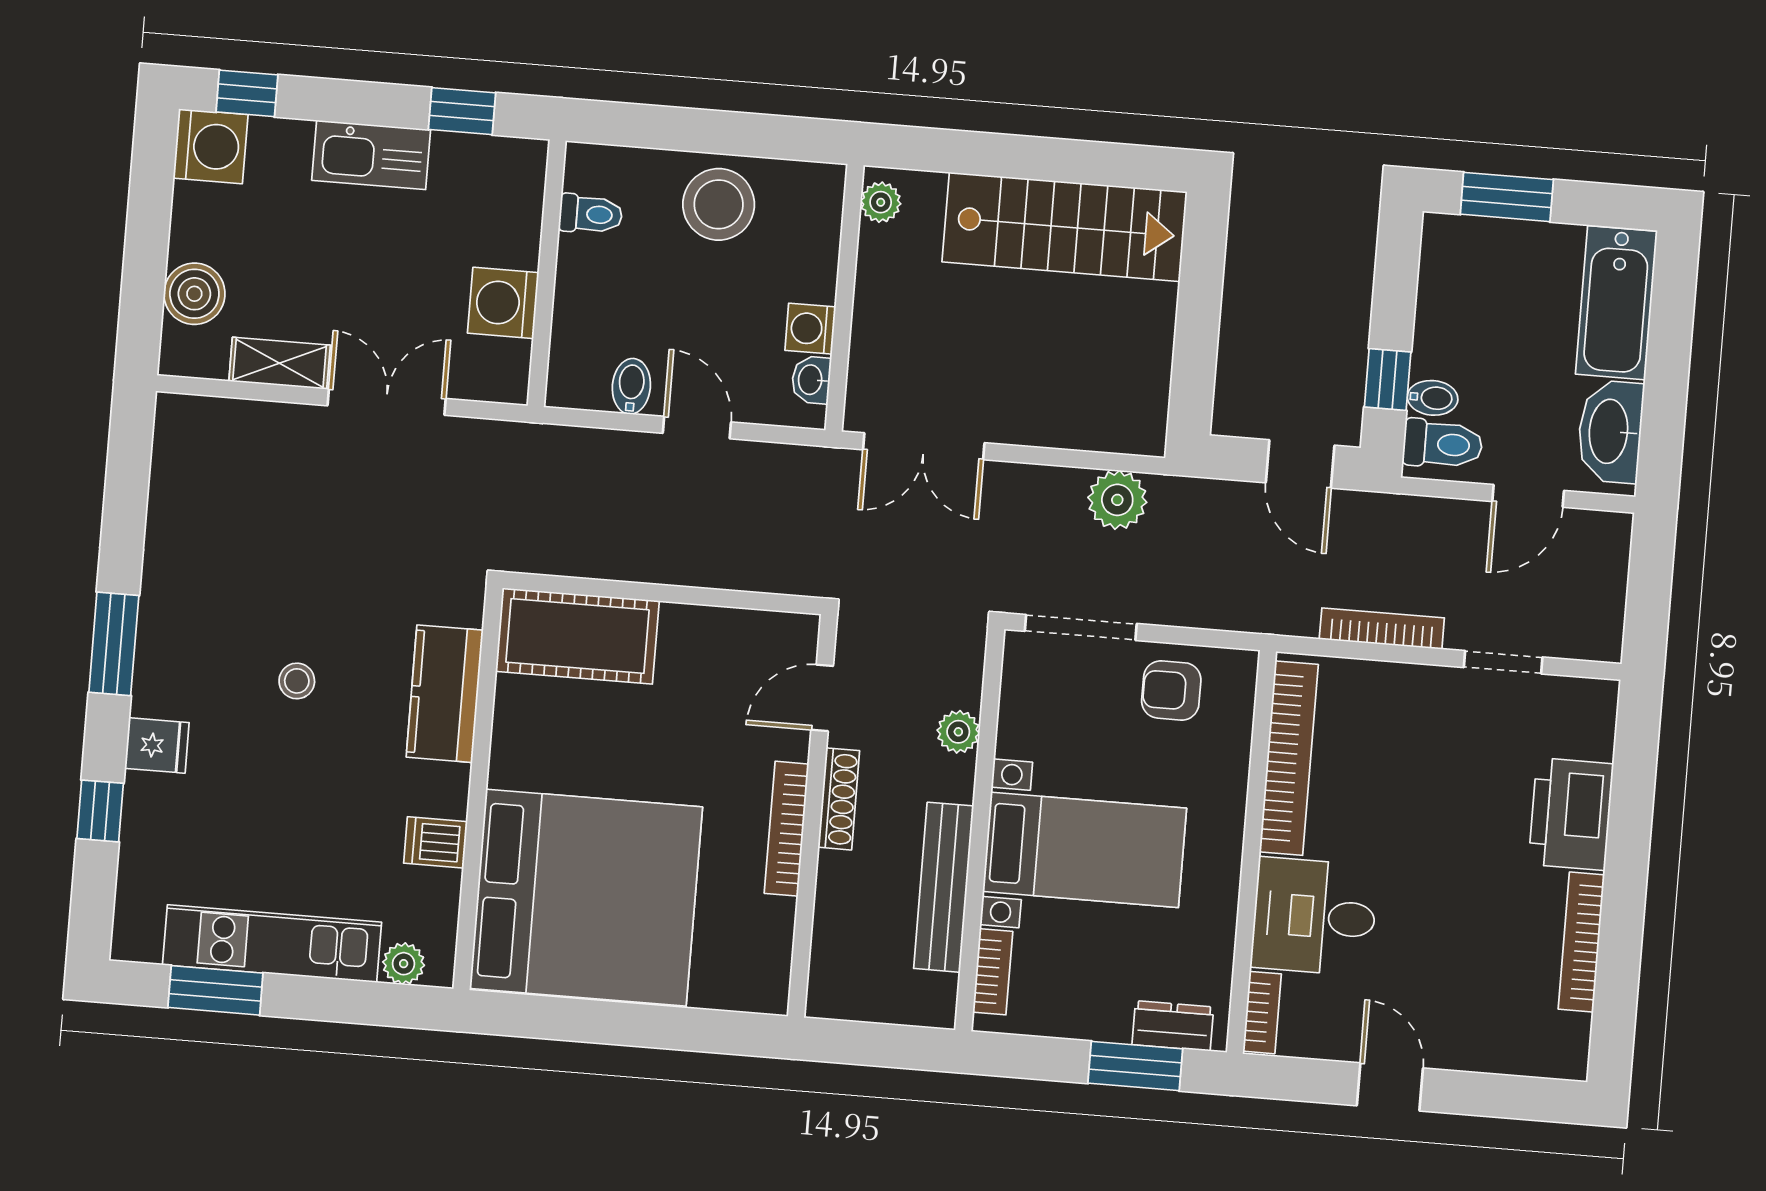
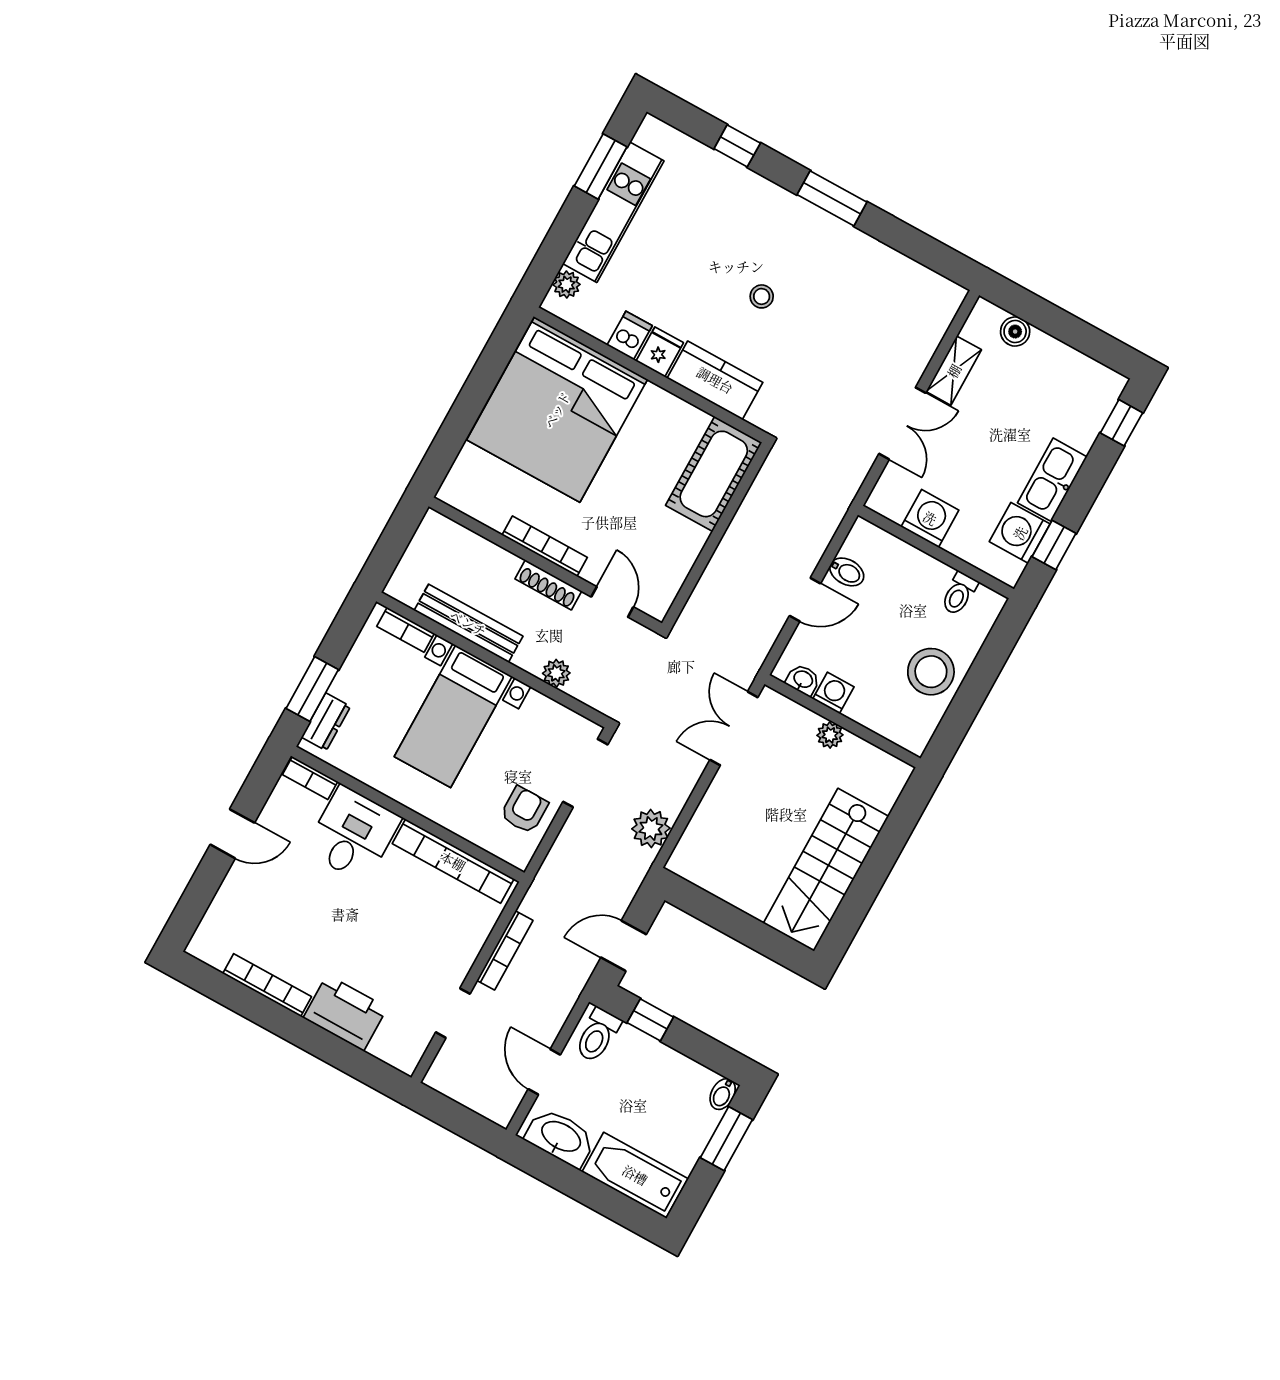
washing machine: (211, 146) -> (1020, 533), moved, turned 90
plant: (881, 202) -> (830, 735), moved
boiler: (194, 294) -> (1015, 332), width x0.73, depth x0.73
bidet: (1433, 398) -> (723, 1094), moved
fridge: (157, 745) -> (660, 352), moved, turned 180

